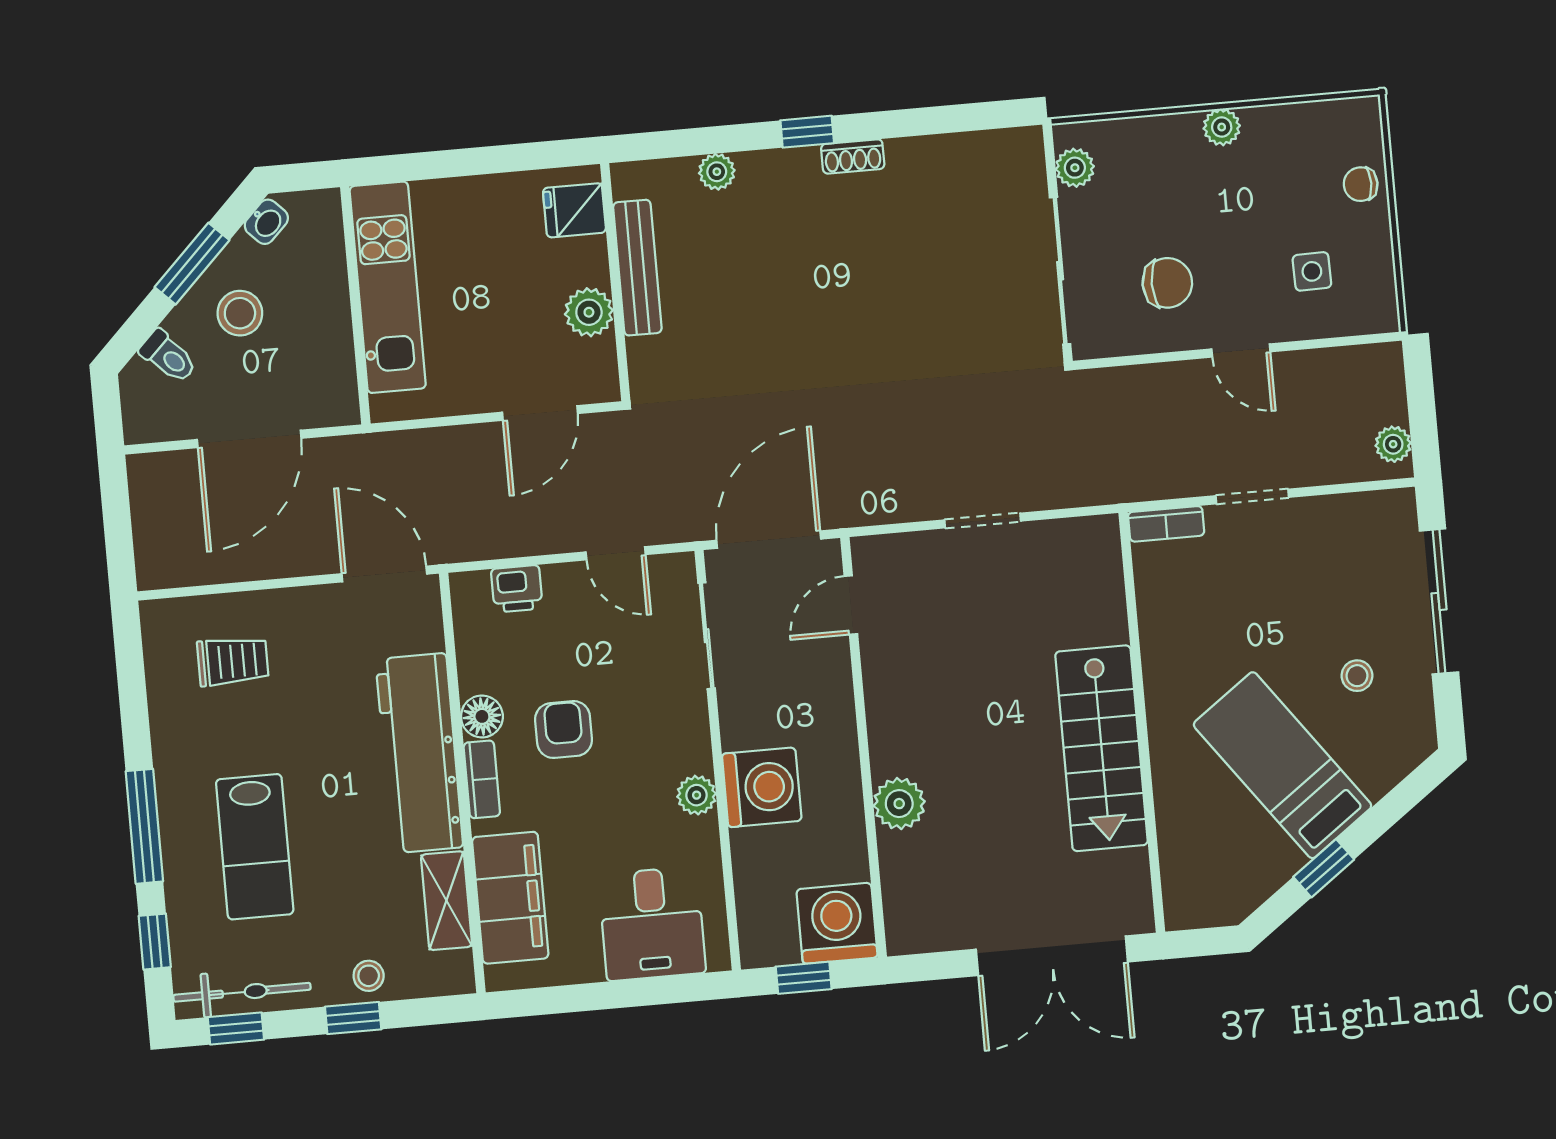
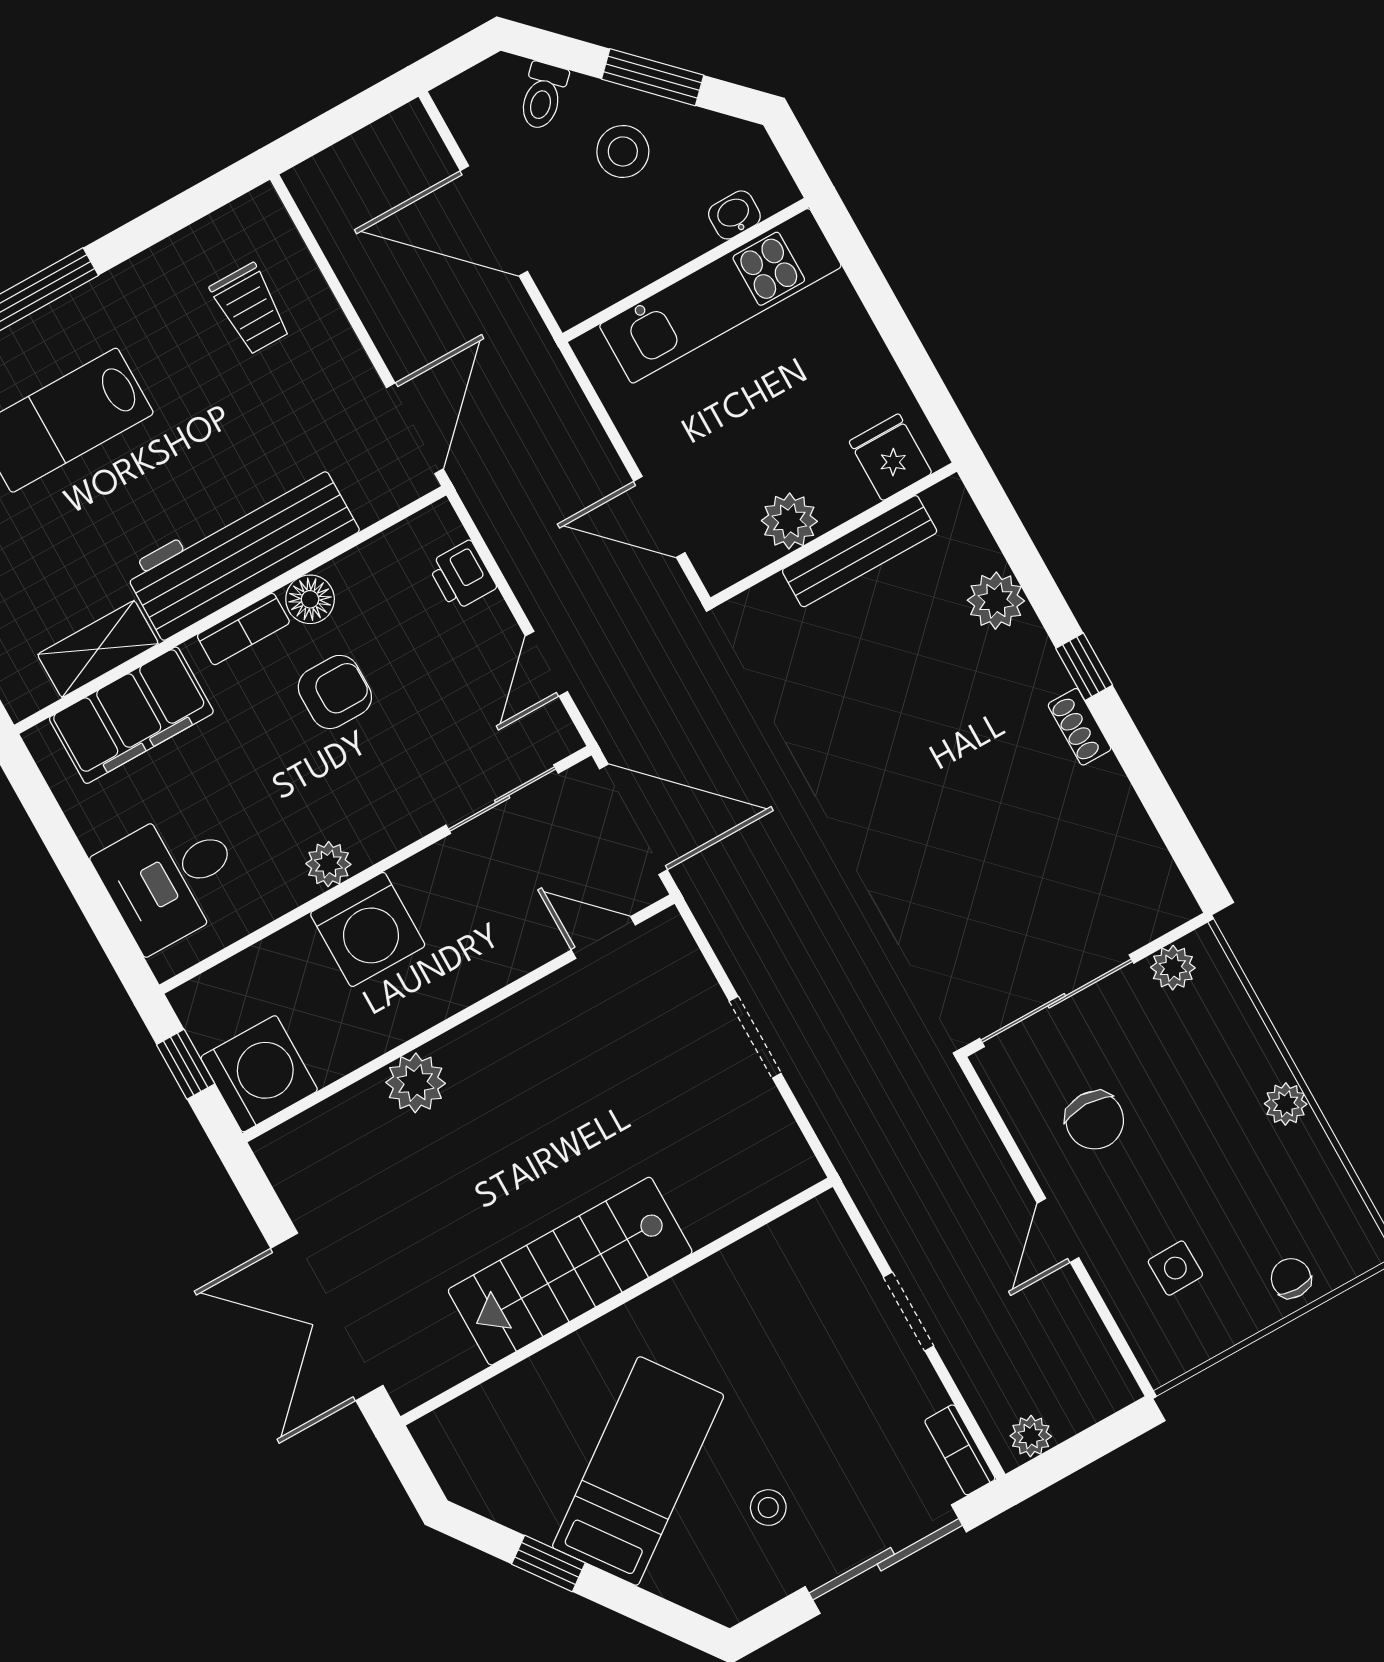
plant: (717, 172) -> (996, 601), width x1.38, depth x1.38
washbasin: (266, 222) -> (734, 215), moved, turned 135
bookcase: (1166, 524) -> (960, 1450), moved

